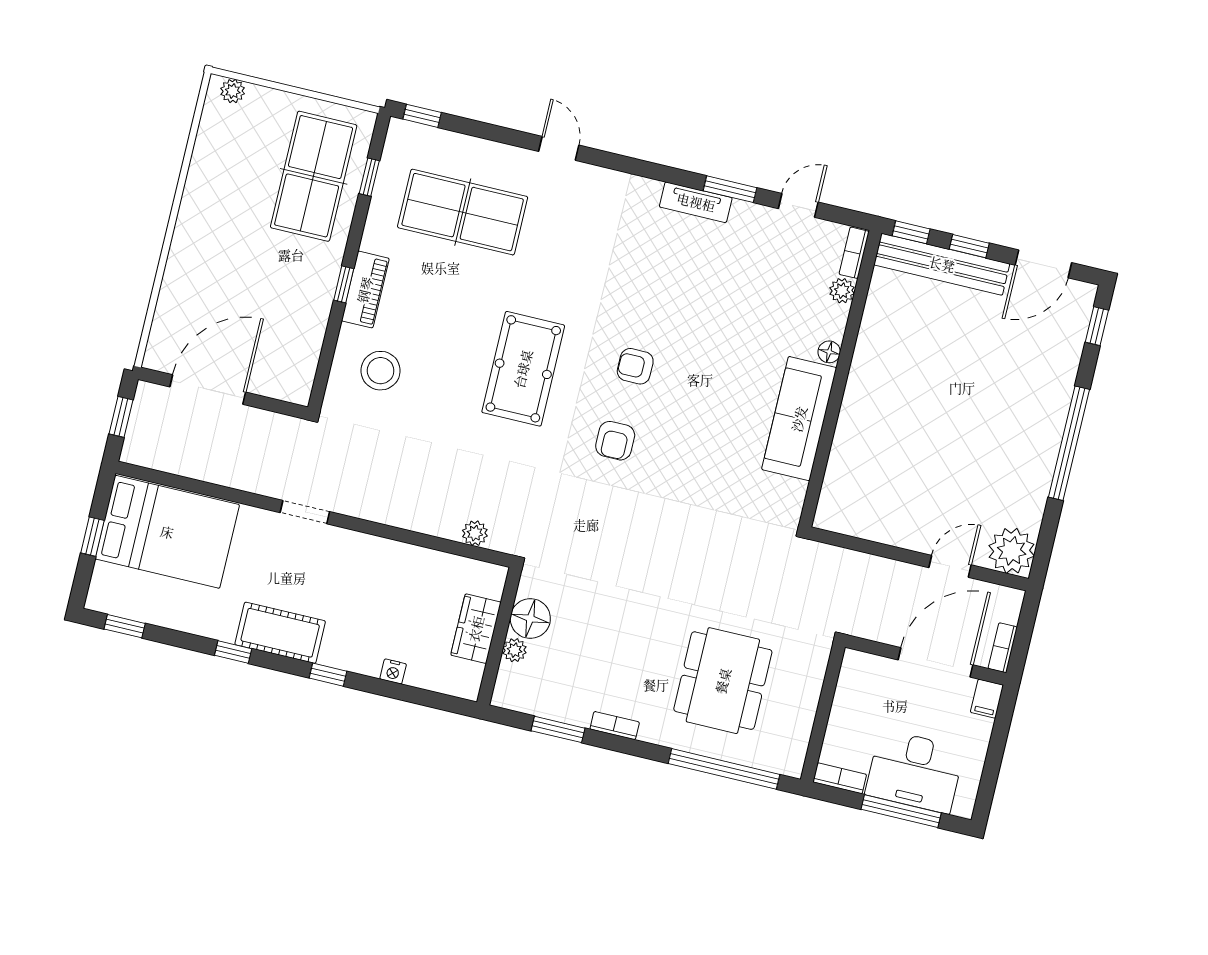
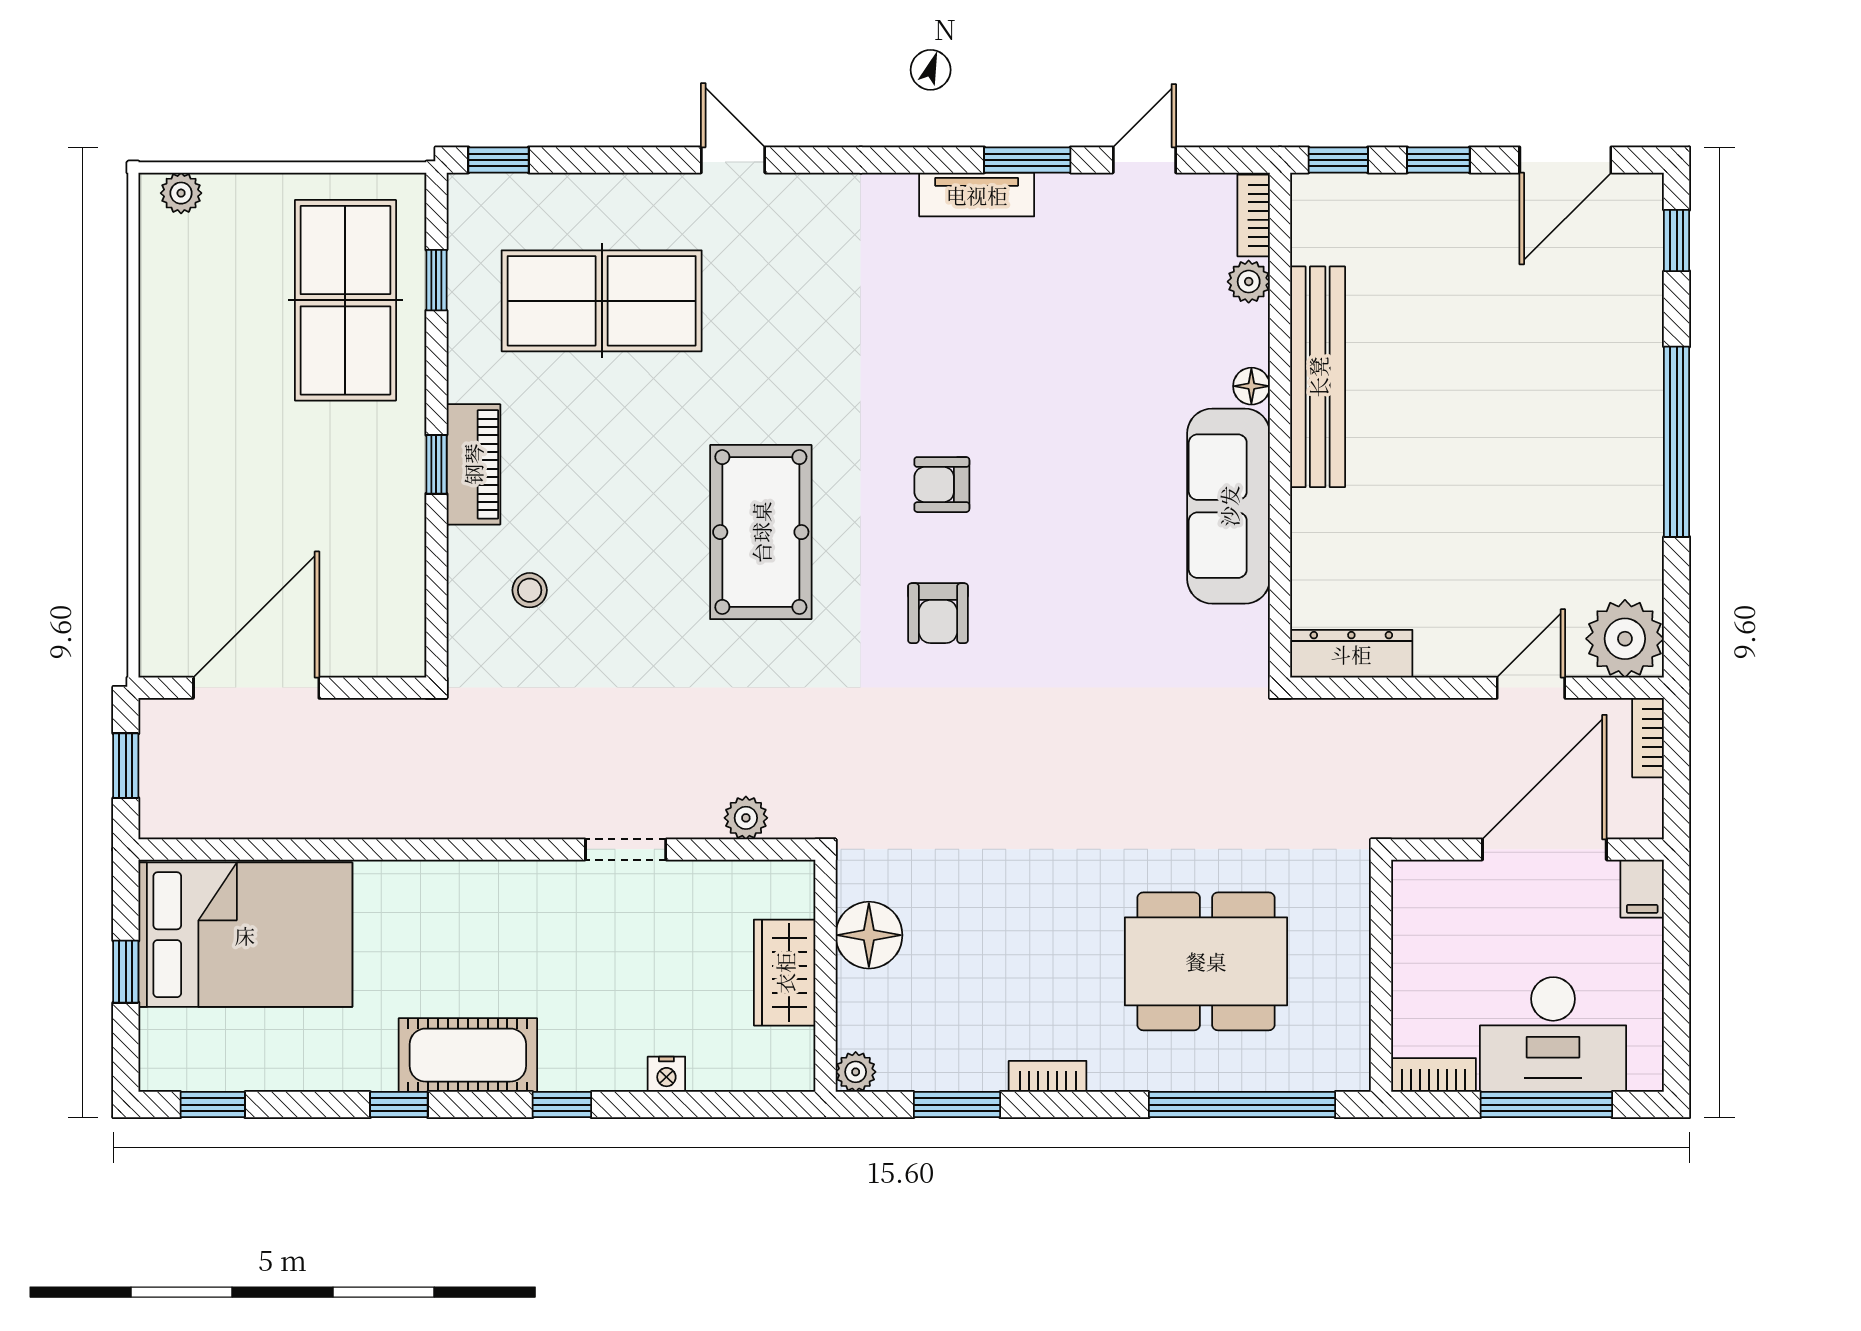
bench: (942, 264) -> (1318, 377), moved, turned 90
stool: (381, 371) -> (530, 590), width x0.53, depth x0.53
doorway: (305, 512) -> (626, 849), moved
dresser: (850, 522) -> (1351, 654), added
bookcase: (1003, 648) -> (1648, 738), moved
plant: (515, 650) -> (856, 1072), moved
dining table: (723, 681) -> (1206, 961), turned 90

